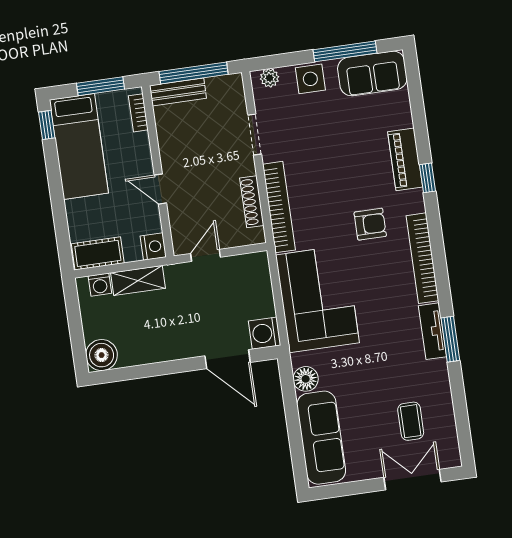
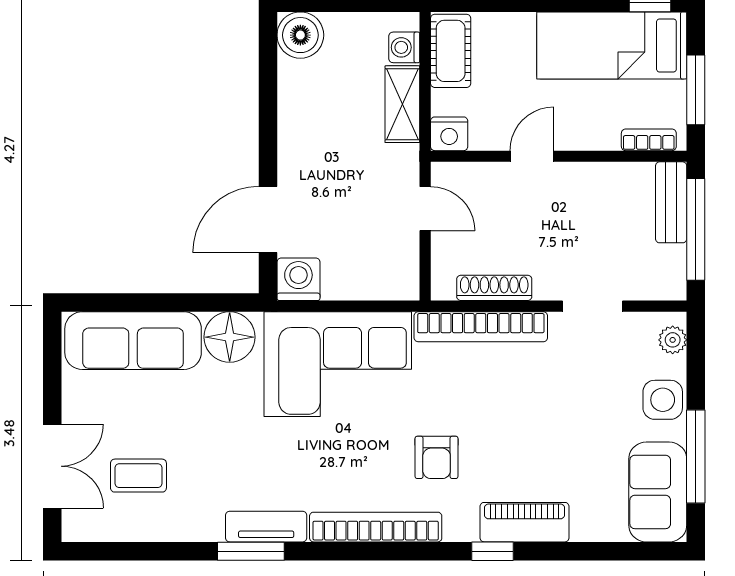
floor lamp: (306, 379) -> (230, 337), width x1.38, depth x1.38

